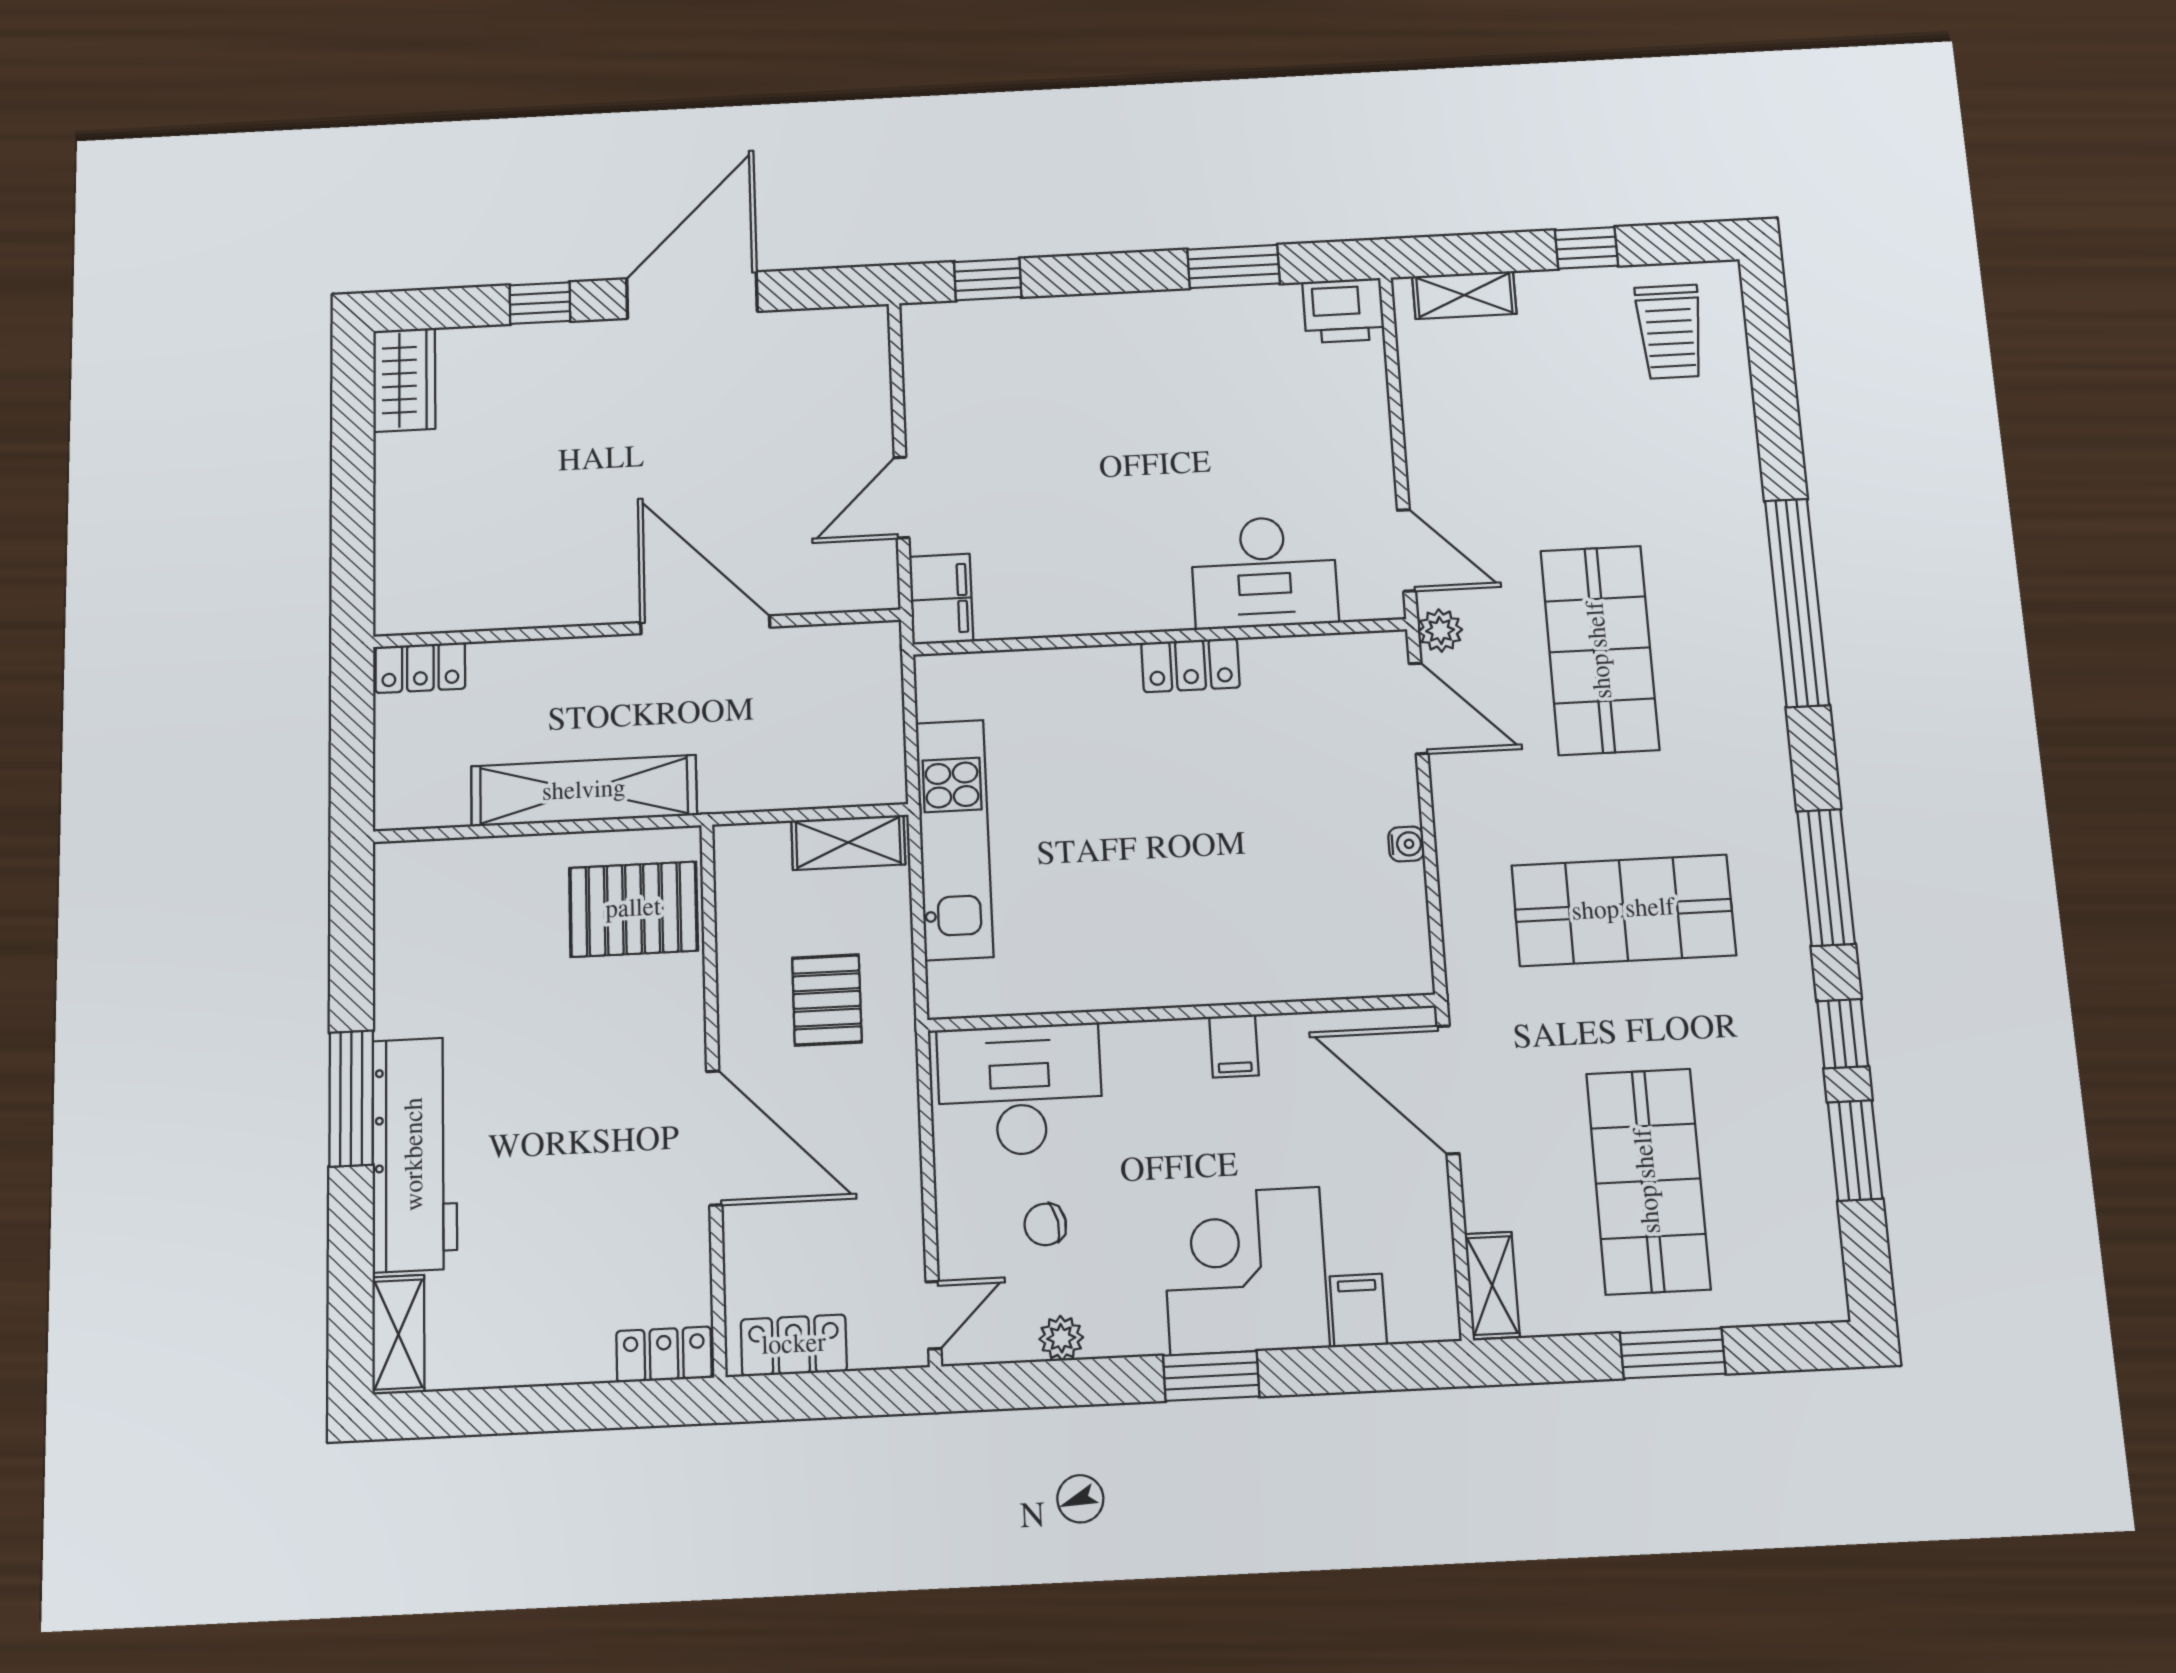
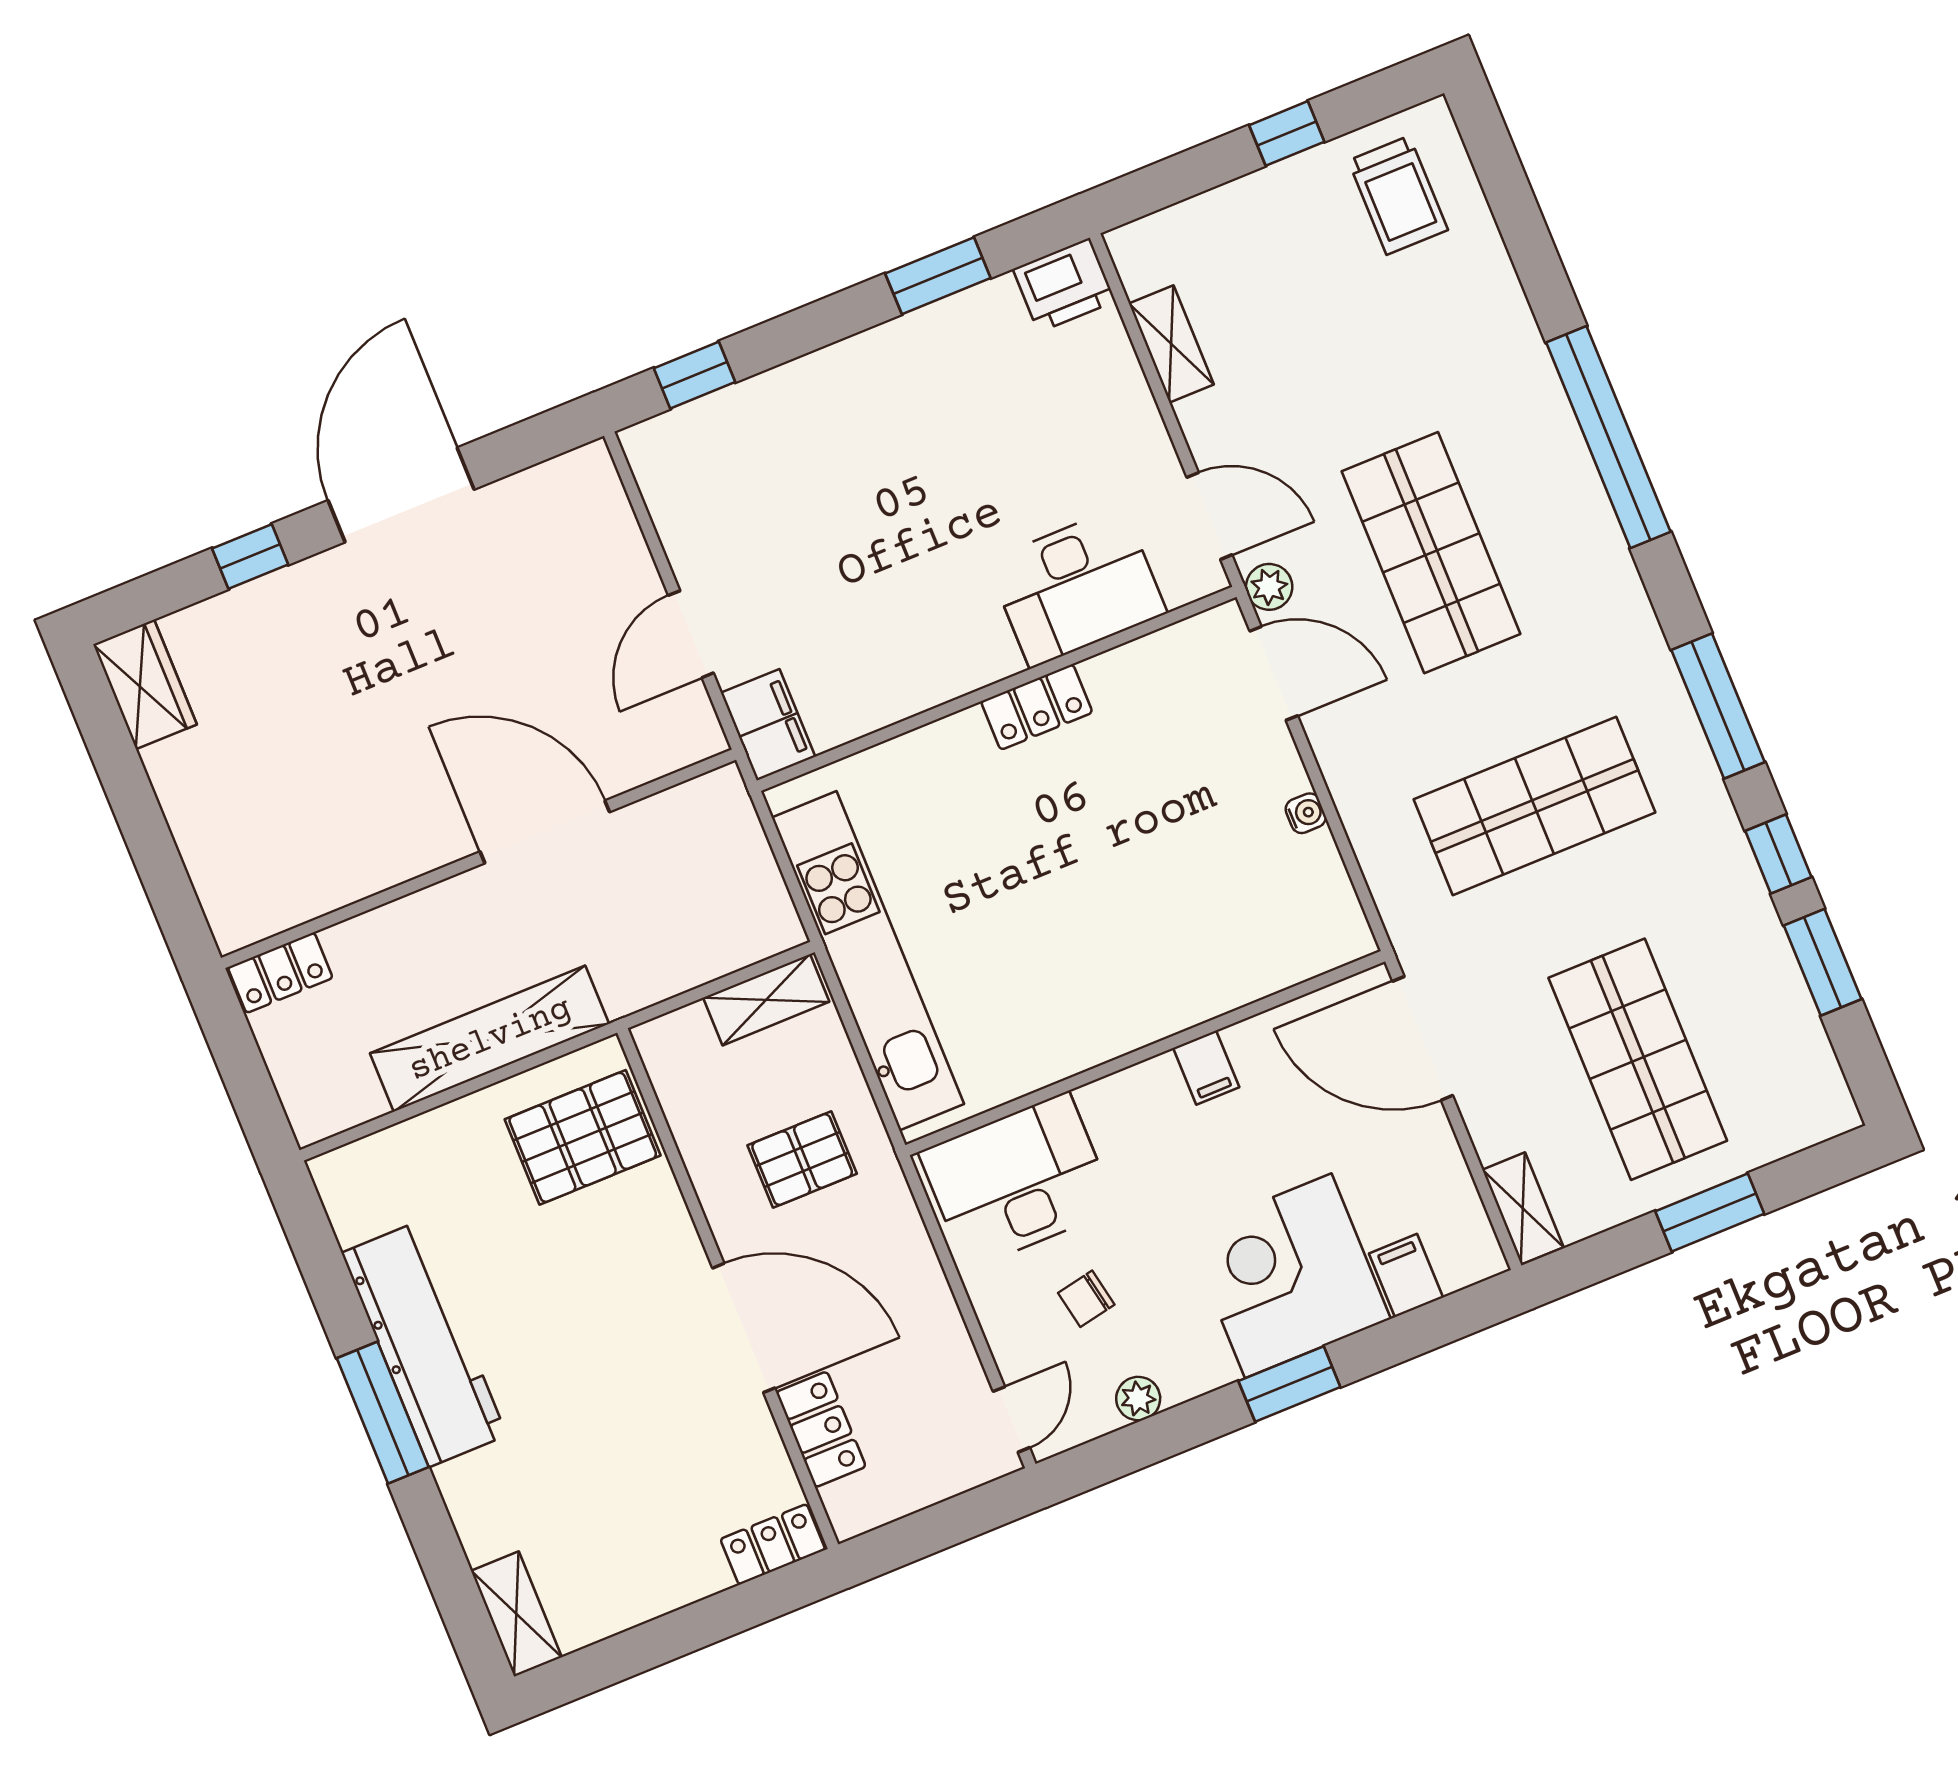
shelving: (1464, 295) -> (1171, 344), moved, turned 90
kitchen unit: (954, 839) -> (868, 961), width x1.36
pallet: (827, 1000) -> (802, 1160), turned 90
workbench: (415, 1154) -> (424, 1344), moved
locker: (794, 1345) -> (821, 1429), moved, turned 90

